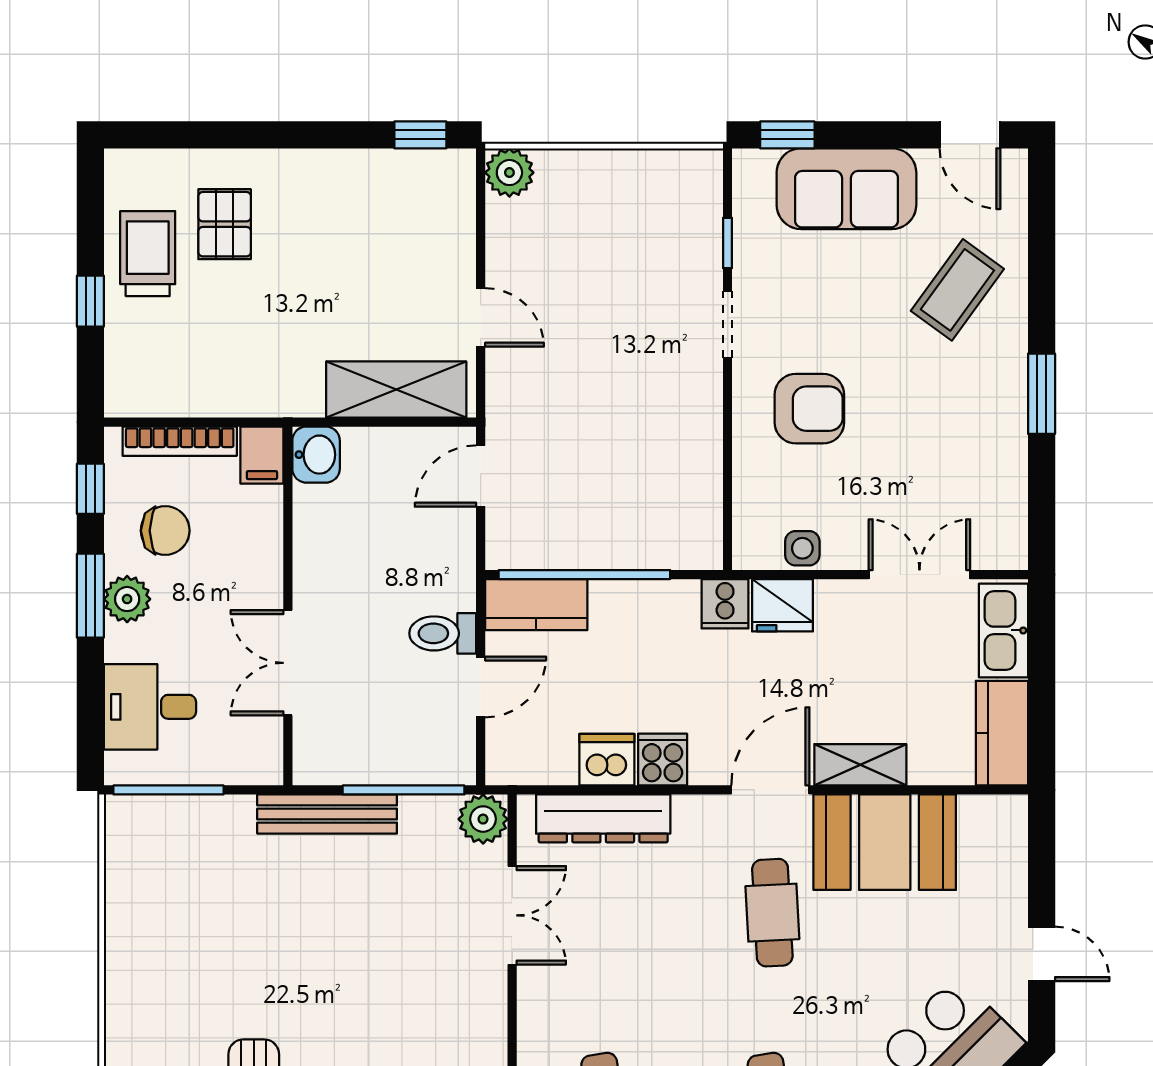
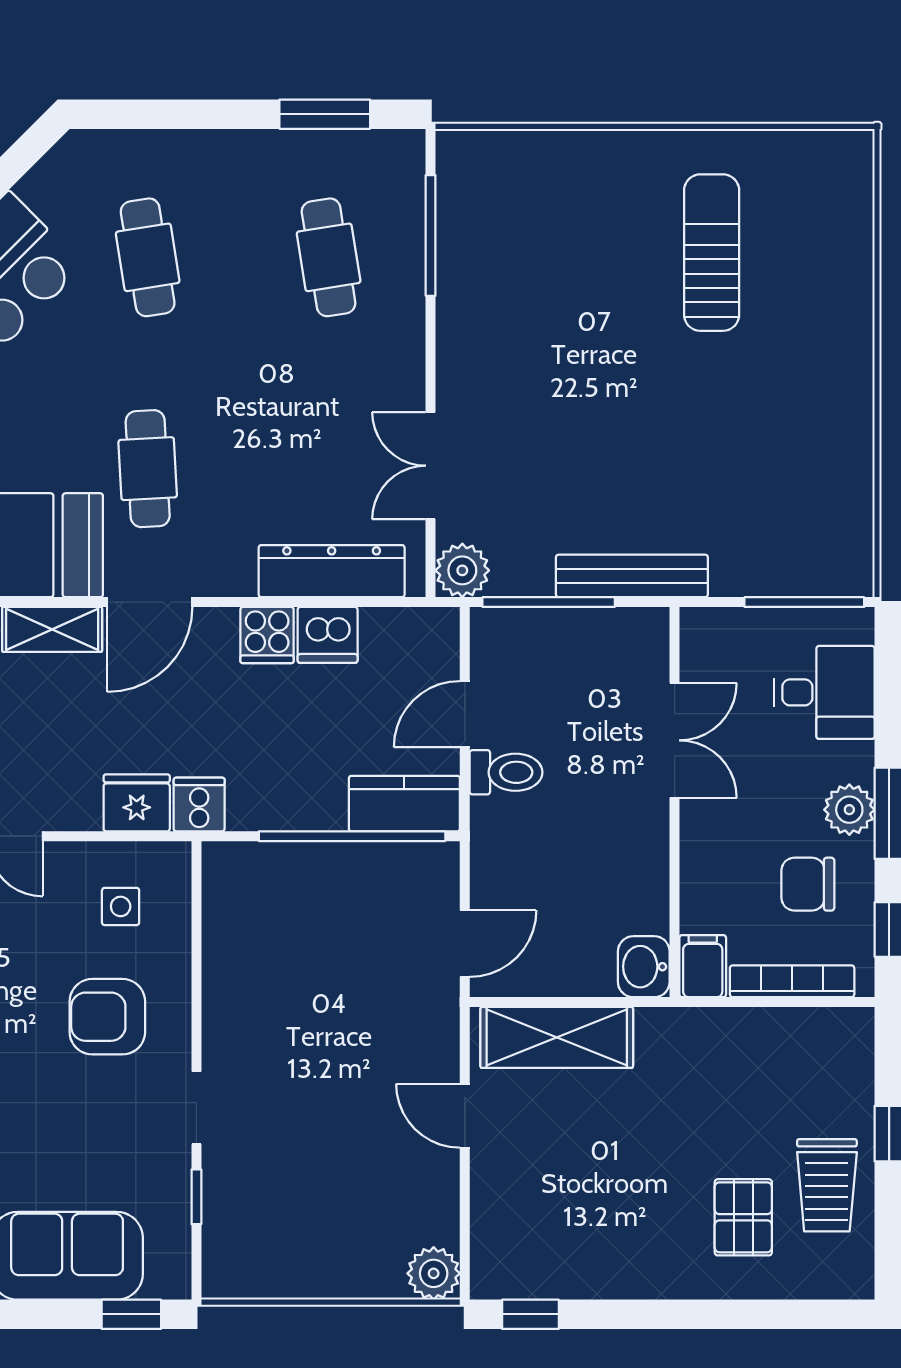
side table: (802, 548) -> (121, 906), moved

